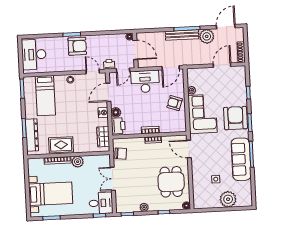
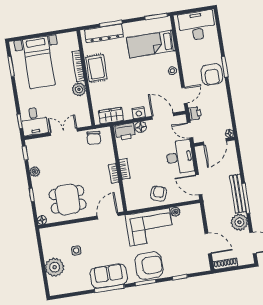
sofa: (241, 159) -> (109, 276), width x0.73

